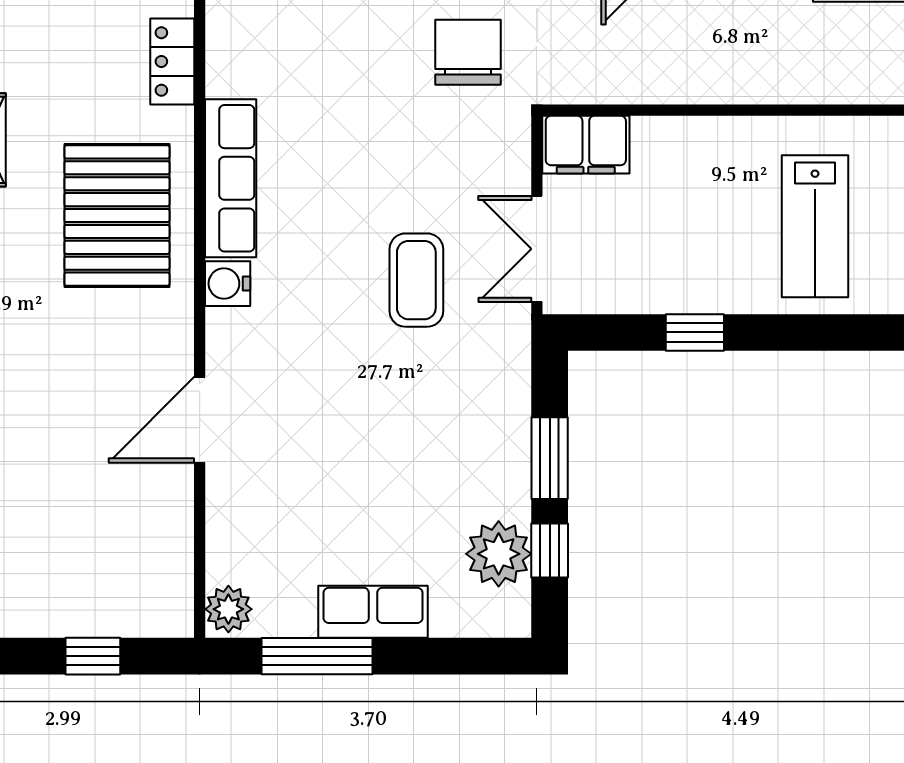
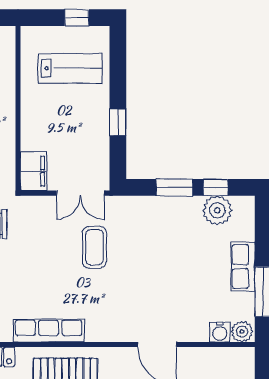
coffee table: (416, 280) -> (94, 247), turned 90
water cooler: (228, 284) -> (220, 332), moved

